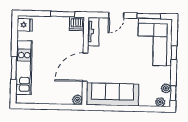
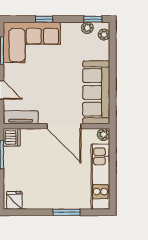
kitchen unit: (24, 68) -> (100, 177), moved, turned -90

